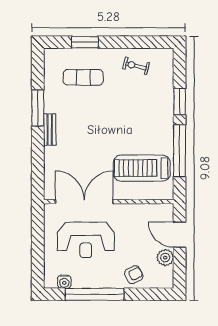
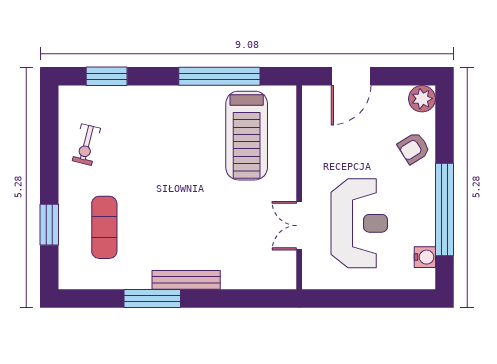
window: (180, 102) -> (107, 76), moved
bench: (50, 130) -> (186, 280), width x1.36
double door: (84, 202) -> (299, 226), width x0.54
plant: (165, 258) -> (422, 99), moved
armchair: (134, 275) -> (414, 148), turned -95

